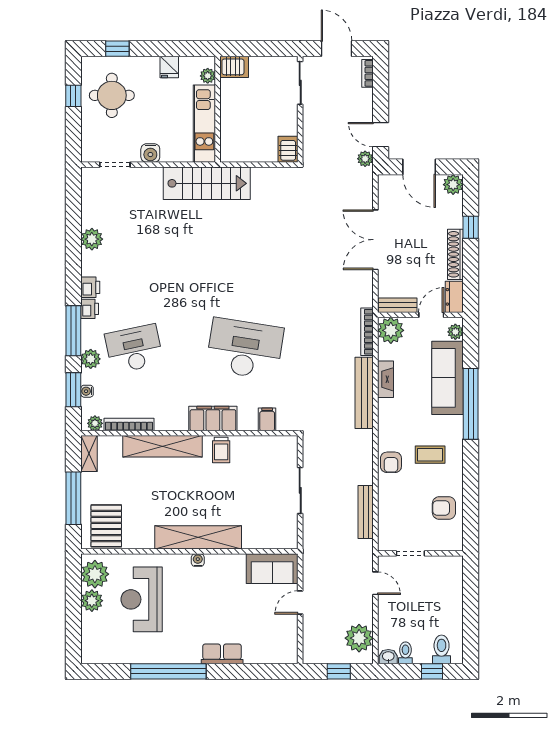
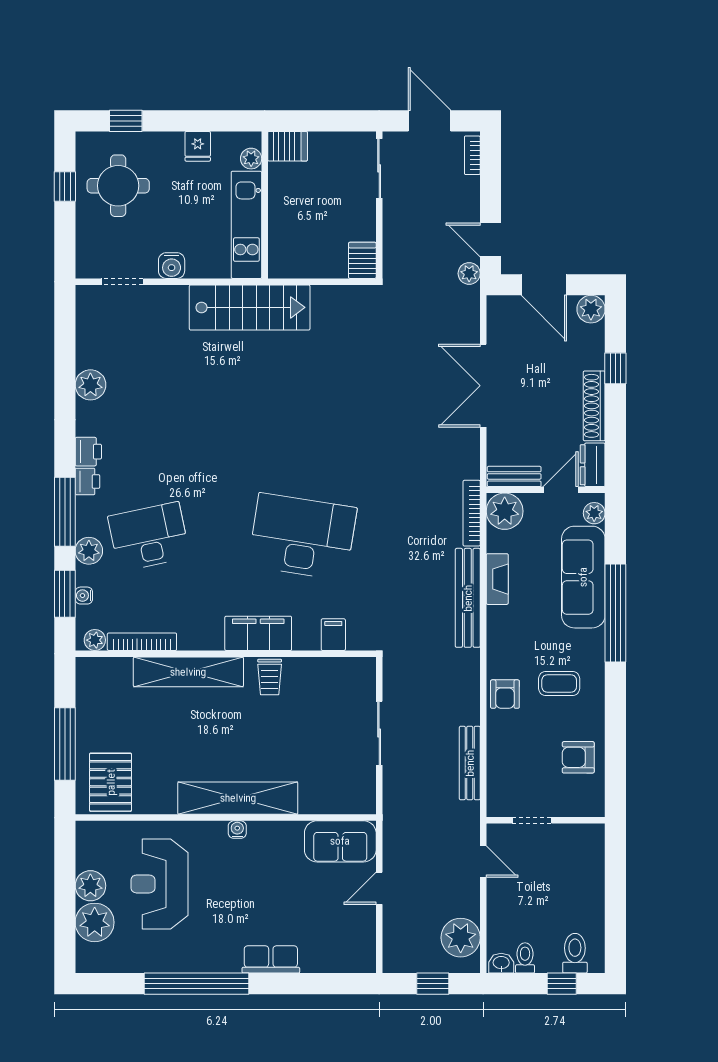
shelving: (89, 454) -> (87, 682), removed
plant: (95, 574) -> (95, 922), moved

